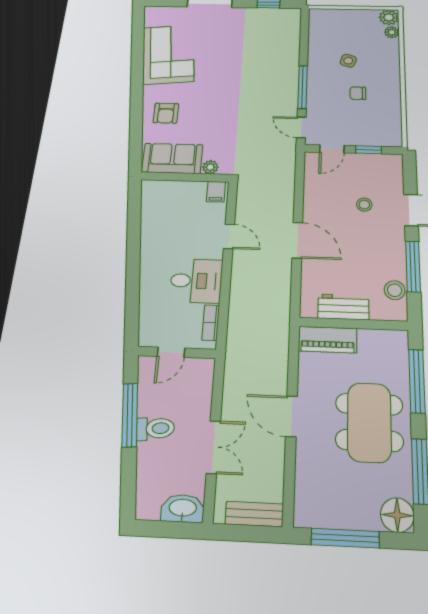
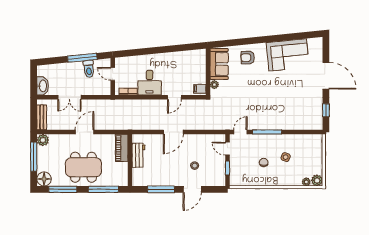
stool: (395, 290) -> (148, 180), removed
toilet: (155, 428) -> (89, 69), moved
plant: (307, 514) -> (43, 140), added

